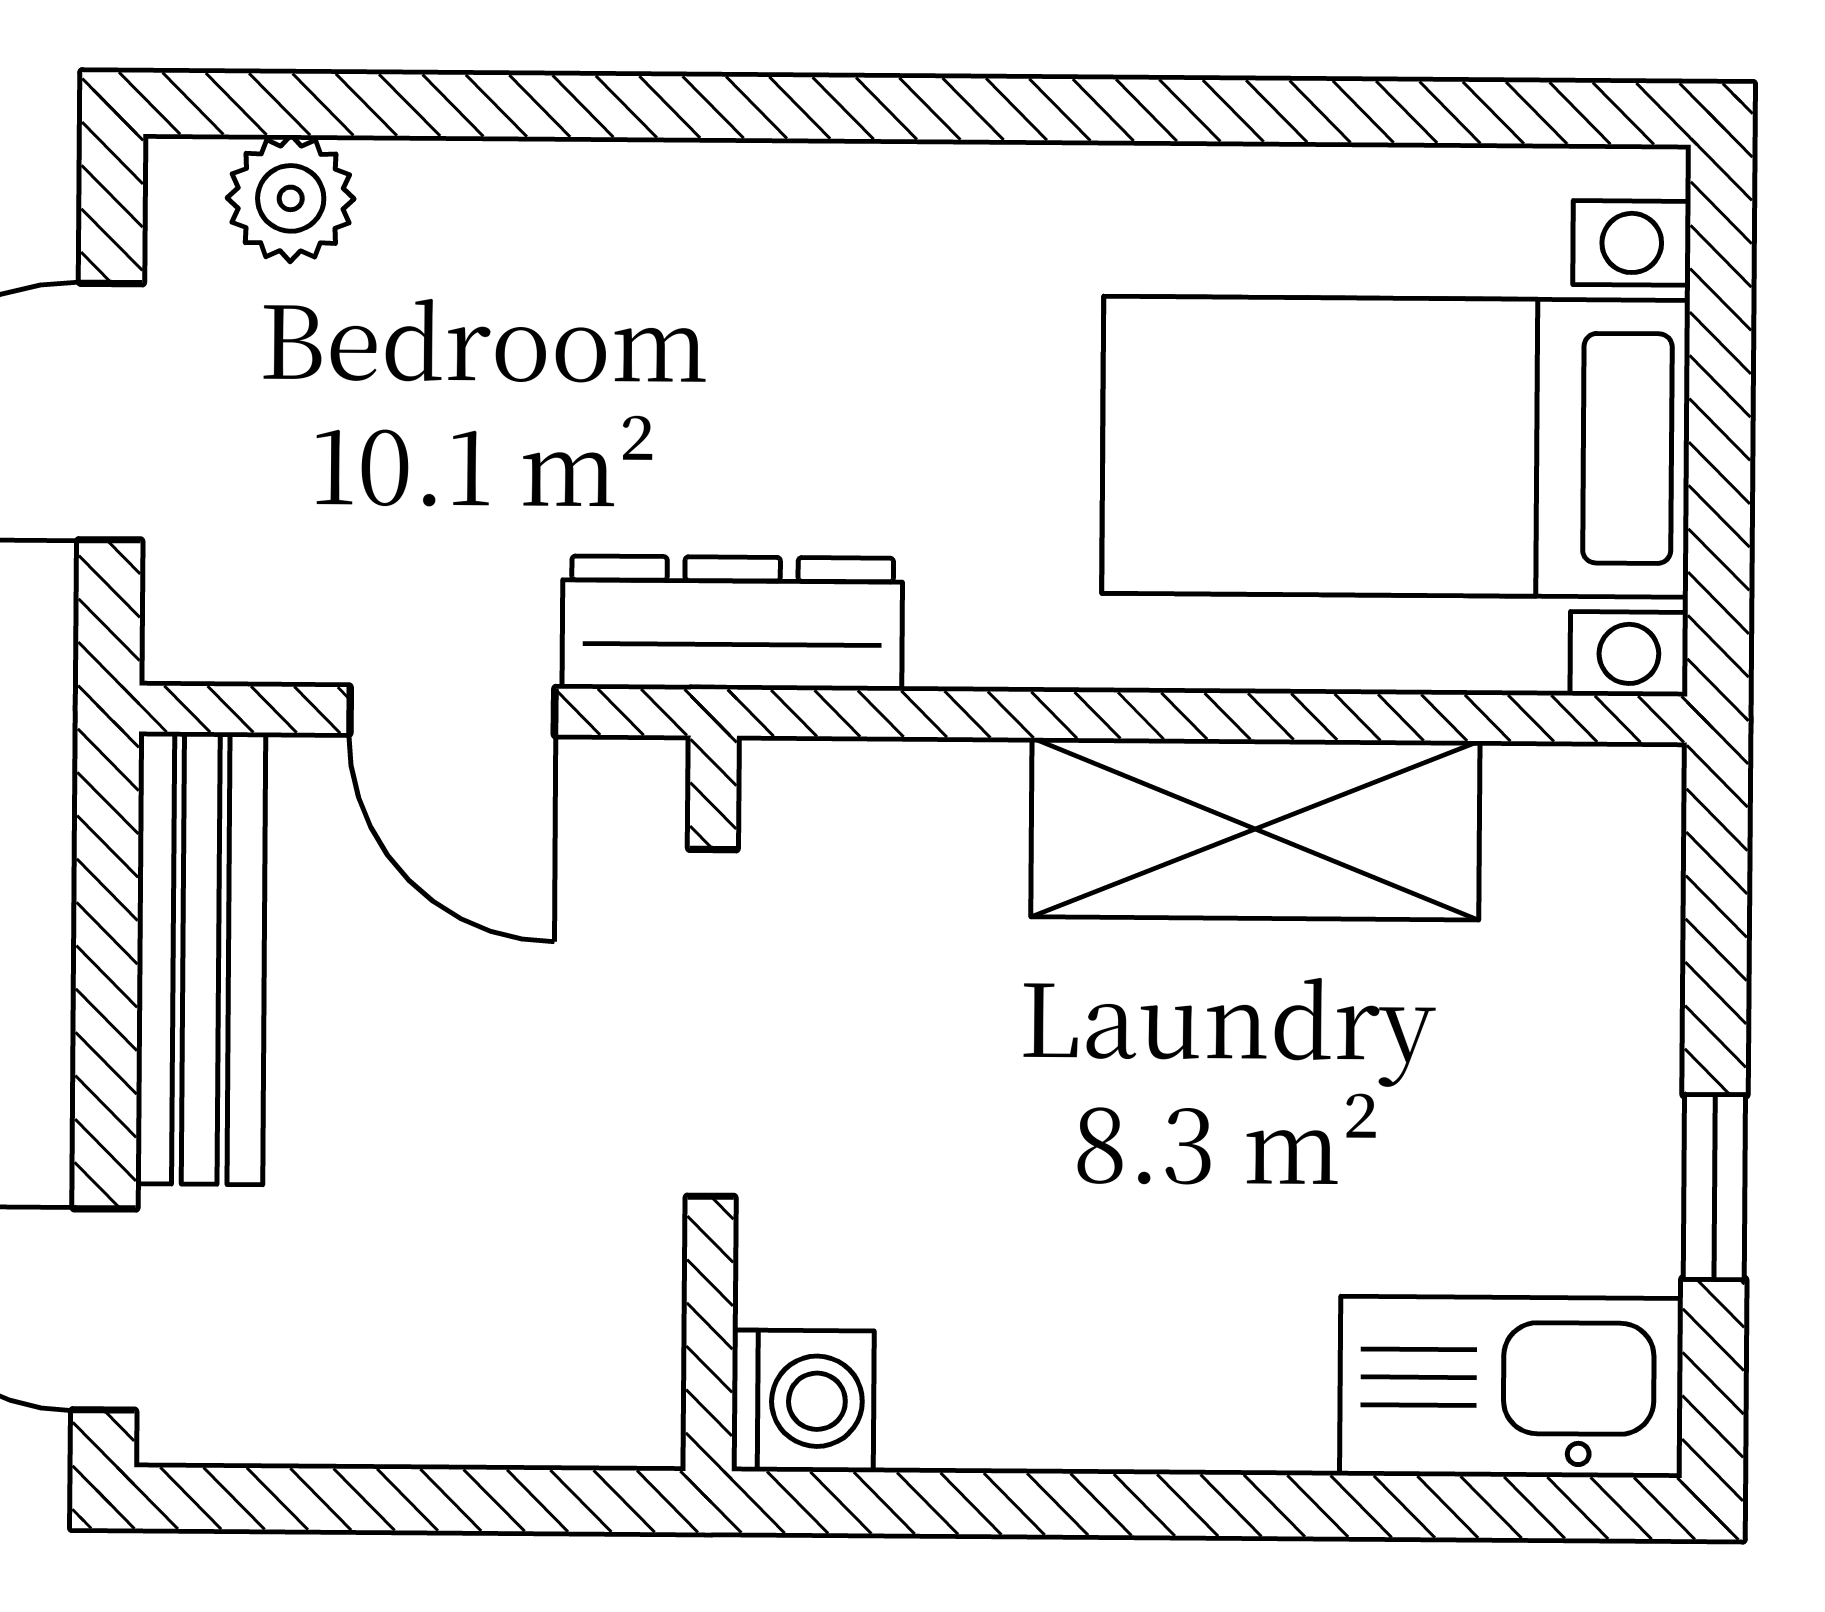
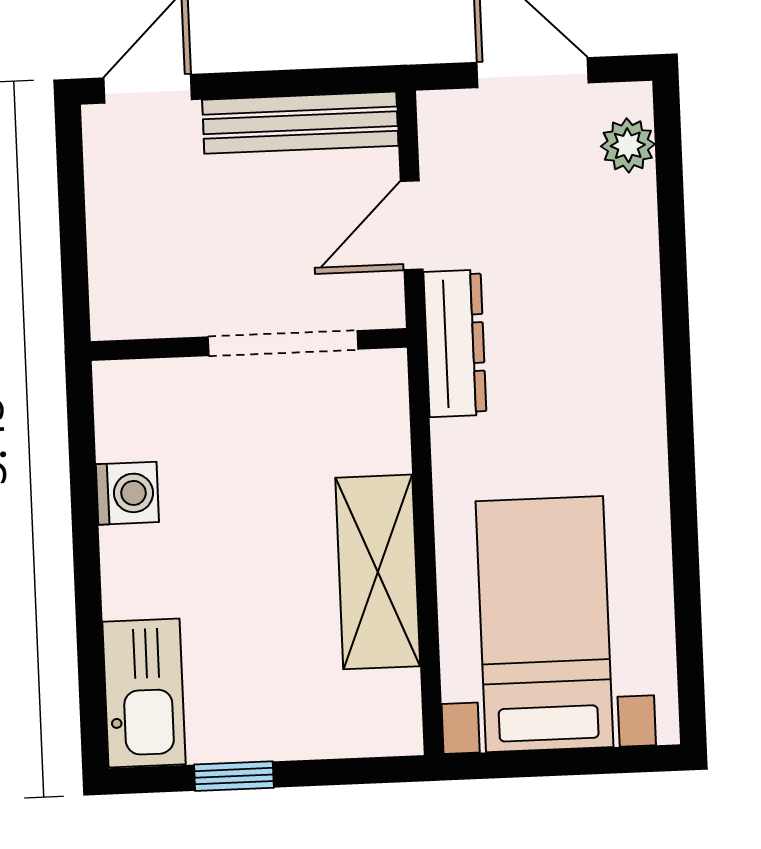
washing machine: (803, 1401) -> (127, 493), moved, turned -90

